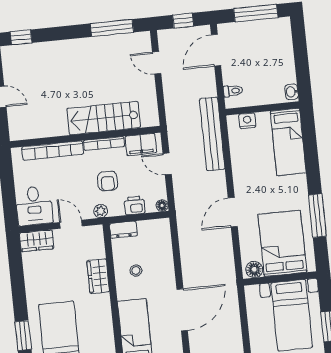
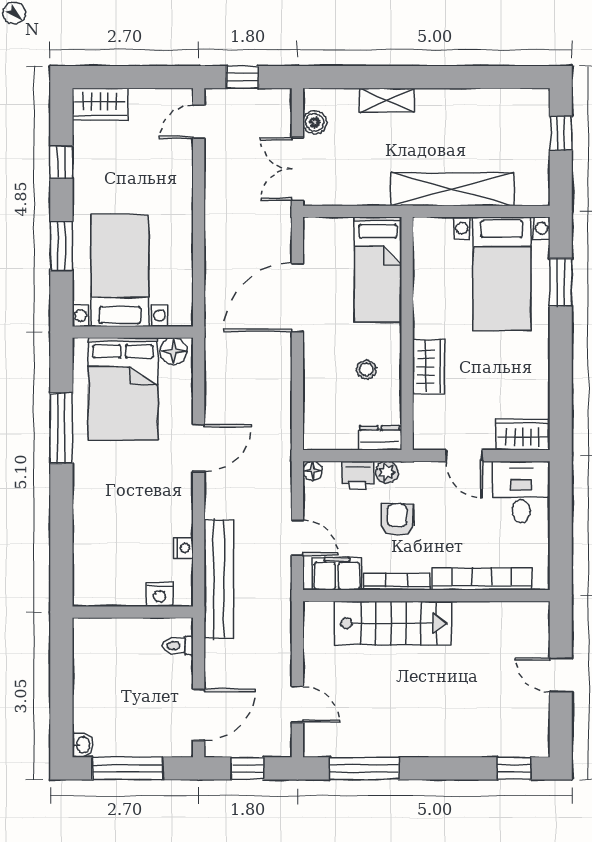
washbasin: (292, 92) -> (83, 745), moved
bed: (288, 142) -> (96, 553), removed
nightstand: (236, 151) -> (184, 548), added
plant: (101, 211) -> (387, 472), moved

